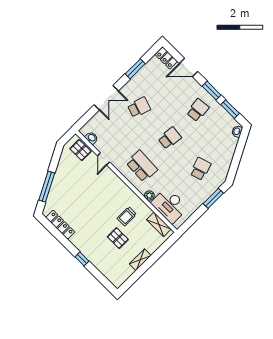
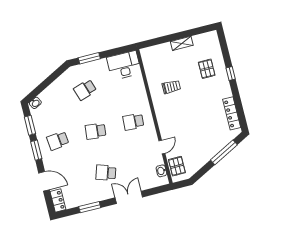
school desk: (142, 166) -> (133, 122), width x0.54
plant: (149, 195) -> (142, 93), removed
desk: (169, 205) -> (124, 65), moved, turned -90
shelving: (159, 224) -> (148, 64), removed
pallet: (118, 238) -> (207, 69), moved

